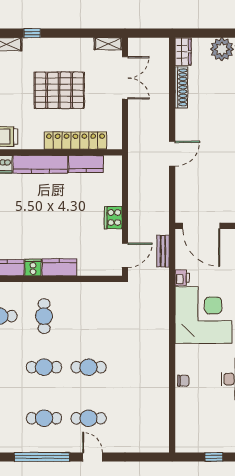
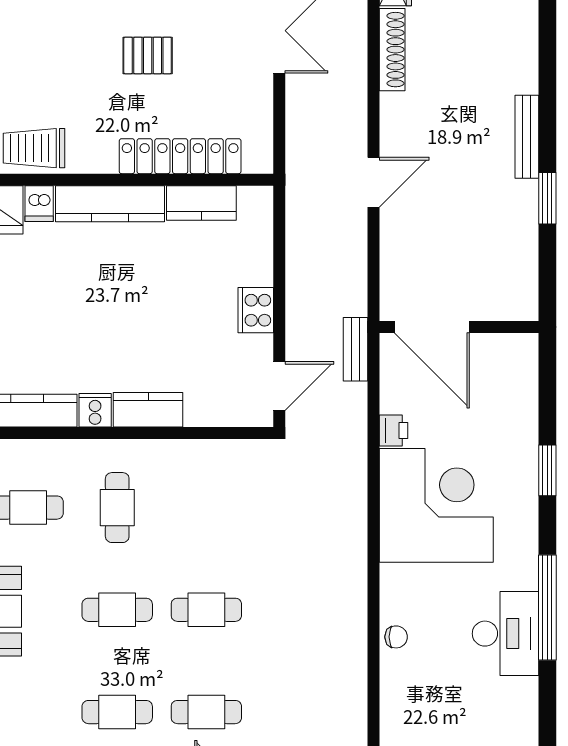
pallet: (59, 90) -> (148, 55), width x0.49, depth x0.50
bench: (163, 251) -> (355, 349), moved

